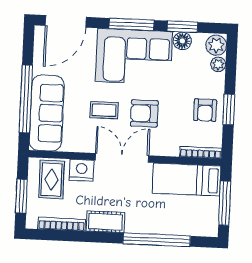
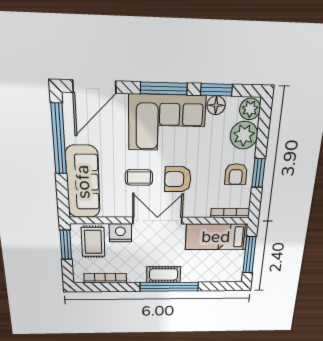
plant: (218, 64) -> (244, 135), width x1.88, depth x1.88
window: (26, 99) -> (59, 139), moved
window: (21, 196) -> (66, 245), moved
cot: (105, 222) -> (164, 274), moved
window: (157, 240) -> (169, 287), moved

